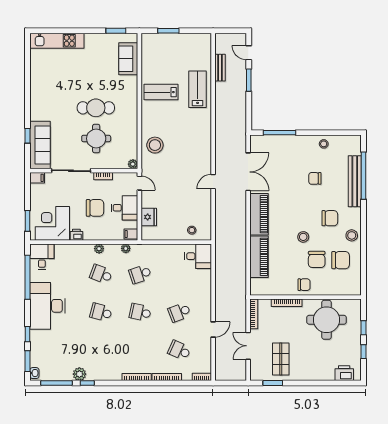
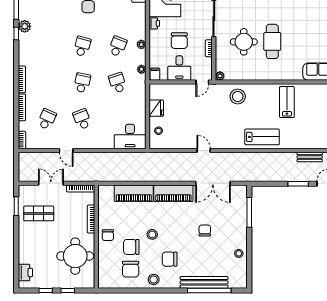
lab bench: (198, 89) -> (262, 137), moved
chair: (315, 178) -> (205, 231), moved
fridge: (149, 217) -> (156, 108), moved, turned -90
chair: (330, 218) -> (170, 259), turned 90
desk: (198, 256) -> (130, 137), width x1.37

